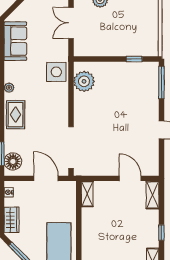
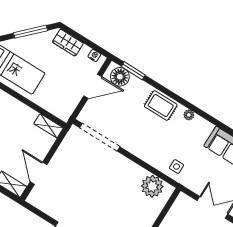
side table: (56, 72) -> (176, 167), width x0.54, depth x0.54
door: (46, 178) -> (93, 86), moved
door: (130, 178) -> (38, 173), swing flipped

